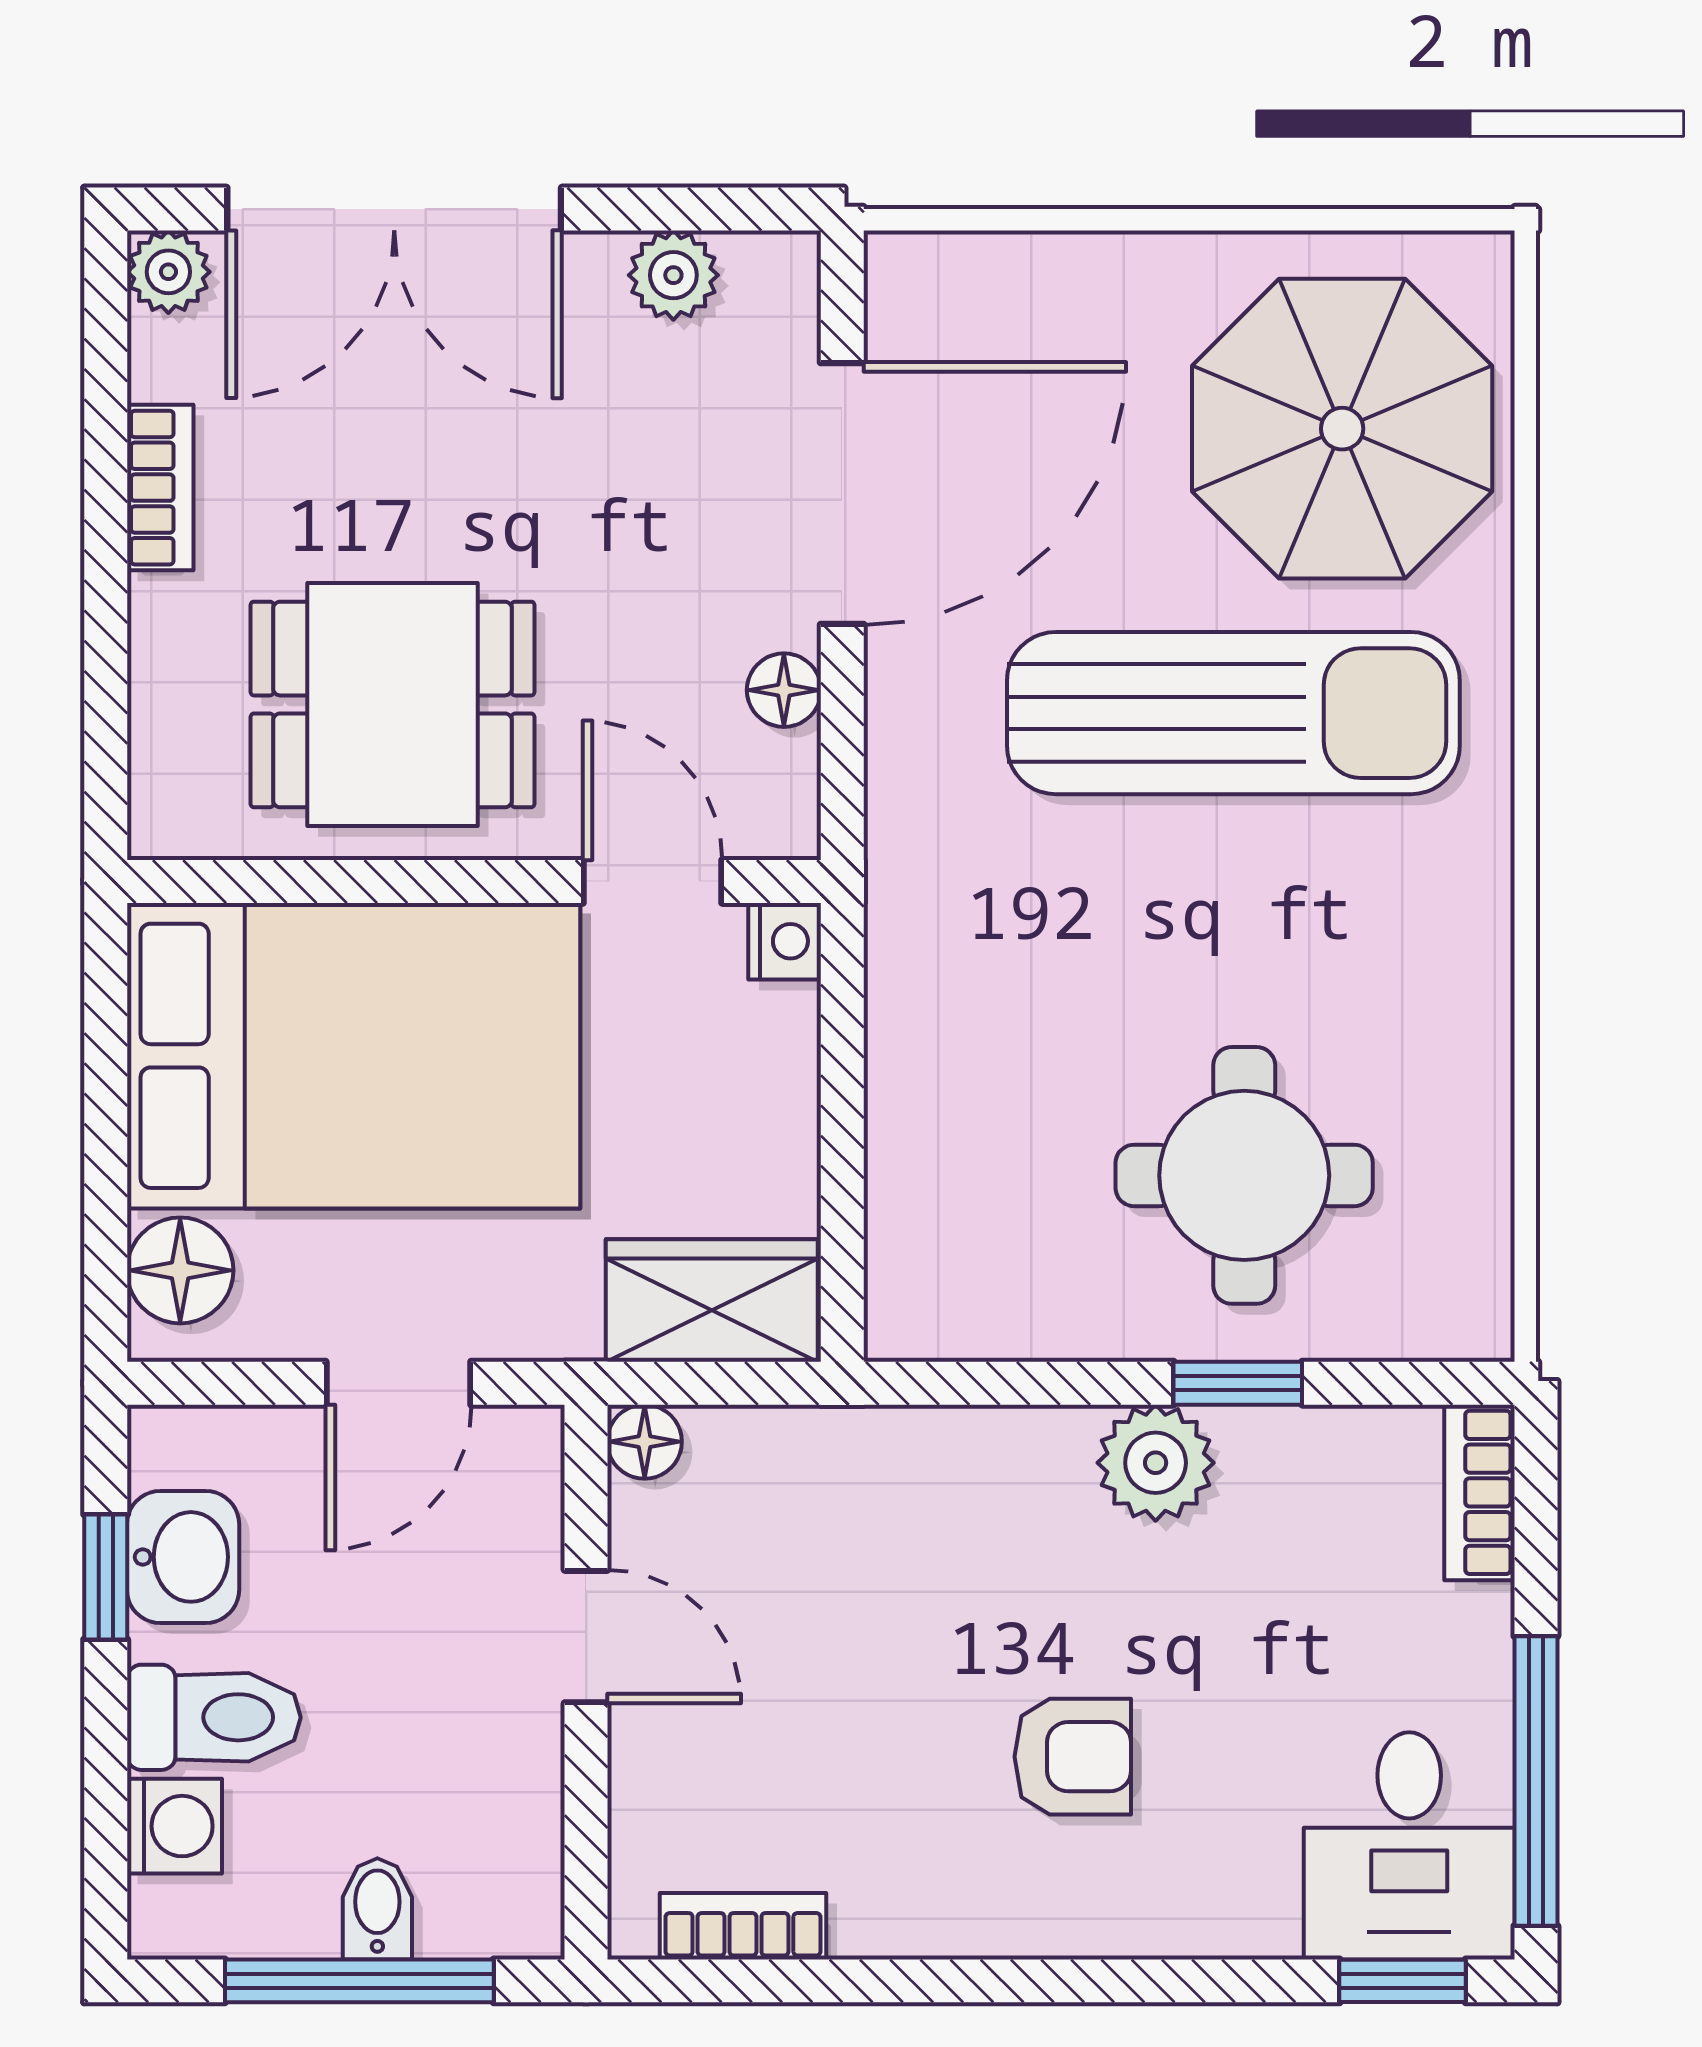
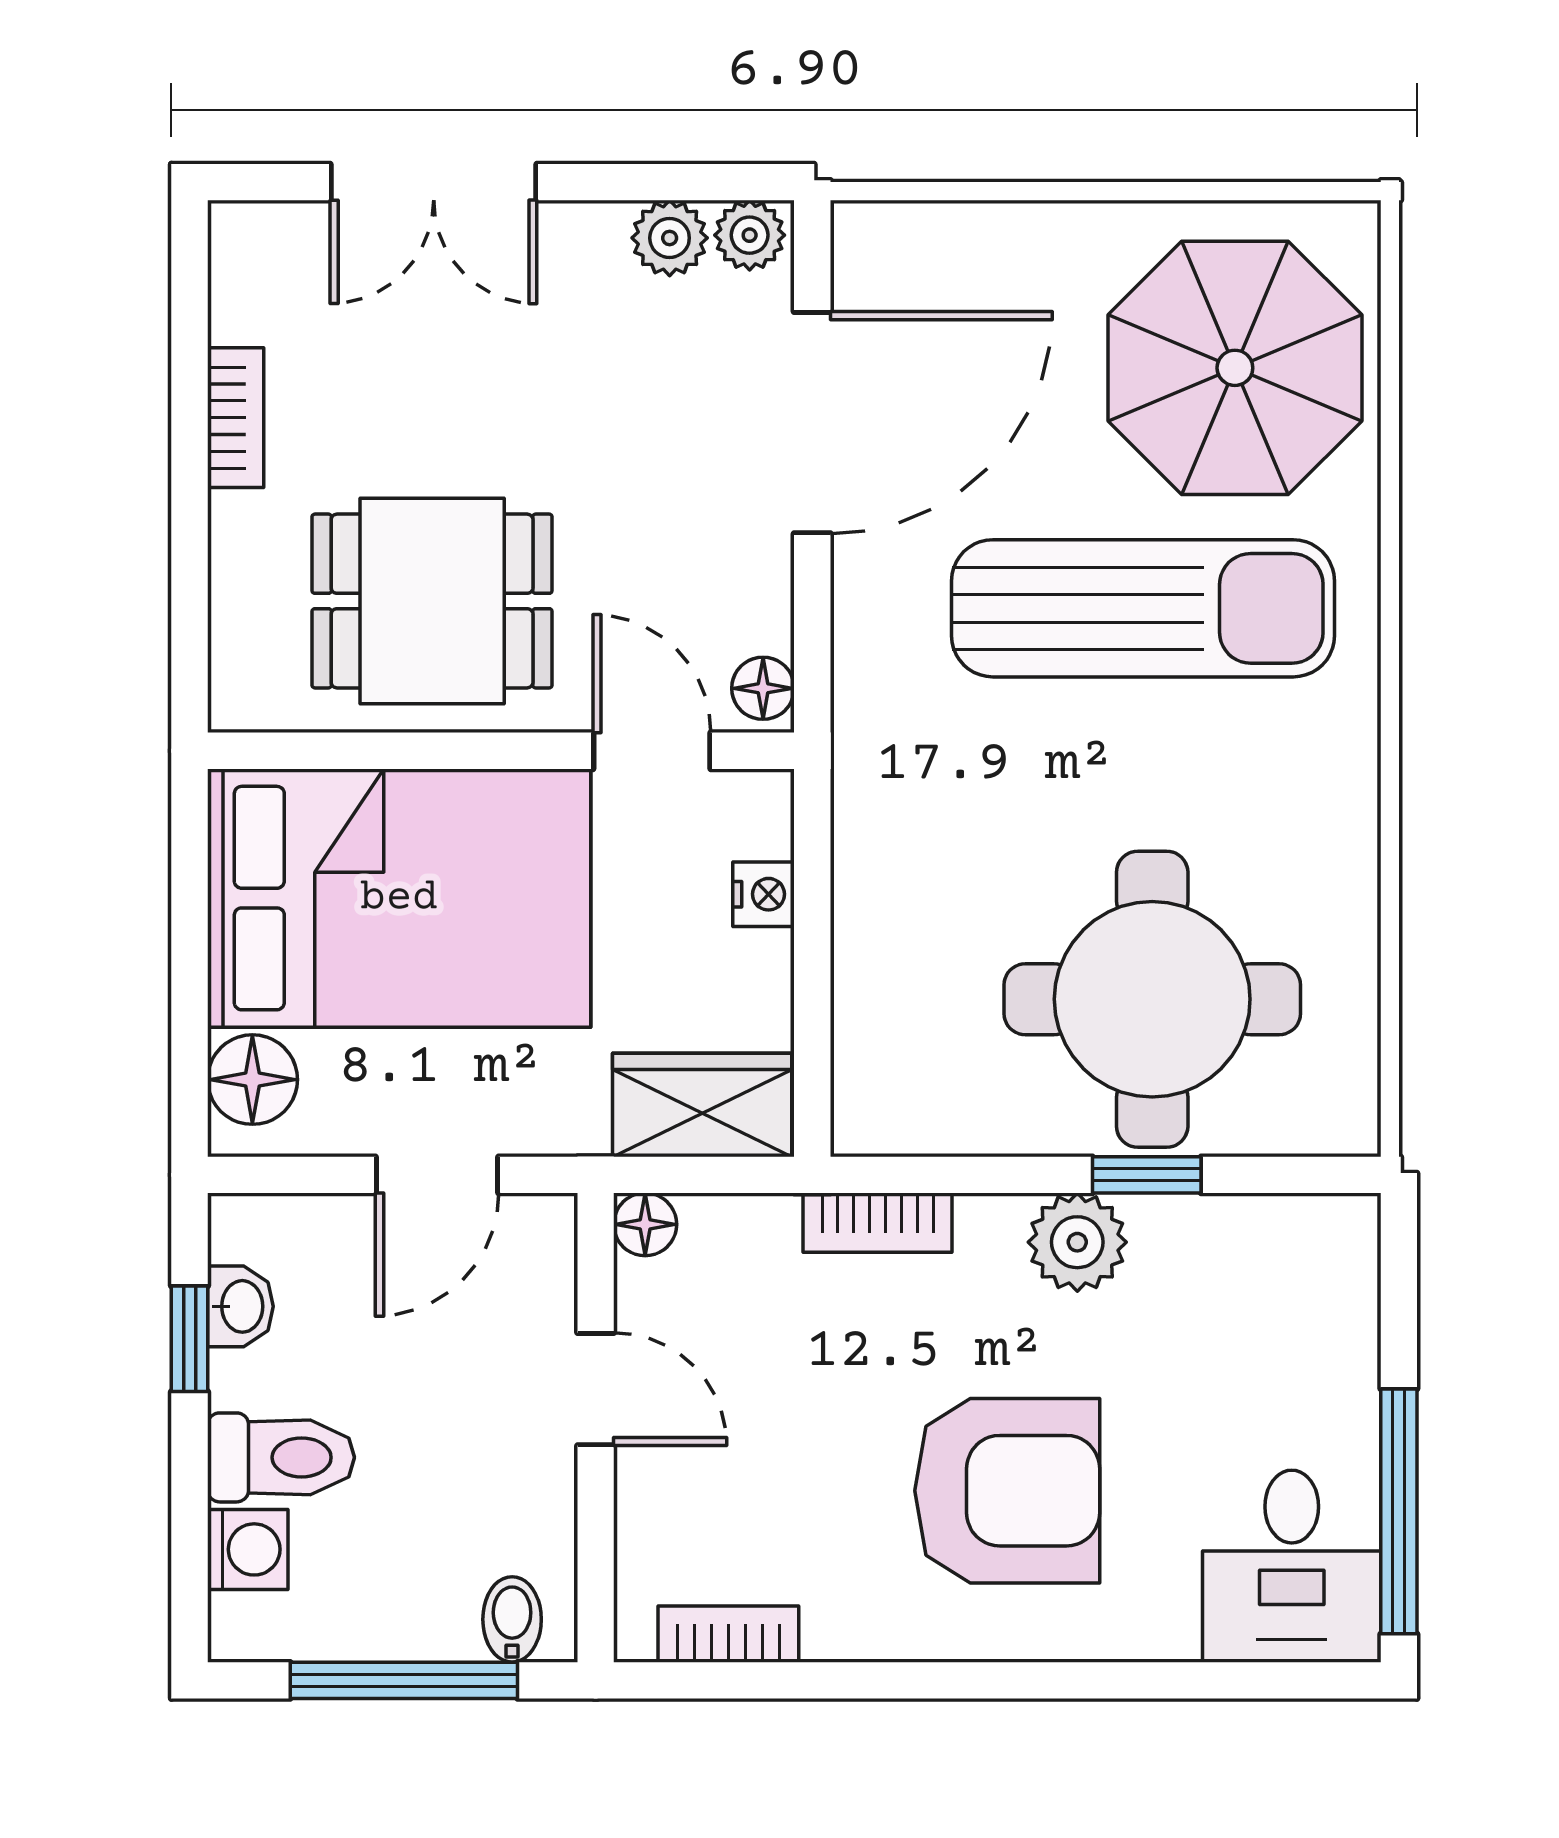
double door: (394, 209) -> (434, 182), width x0.73
plant: (168, 272) -> (750, 235), moved
floor lamp: (784, 690) -> (763, 688), moved
nightstand: (785, 941) -> (764, 894), moved
round table: (1244, 1175) -> (1152, 999), width x1.36, depth x1.36
bookcase: (1479, 1492) -> (878, 1223), moved, turned -90
washbasin: (183, 1557) -> (240, 1306), width x0.72, depth x0.69
armchair: (1073, 1757) -> (1007, 1491), width x1.88, depth x1.88
bidet: (377, 1909) -> (512, 1619), moved
window: (1403, 1981) -> (1286, 1680), removed

